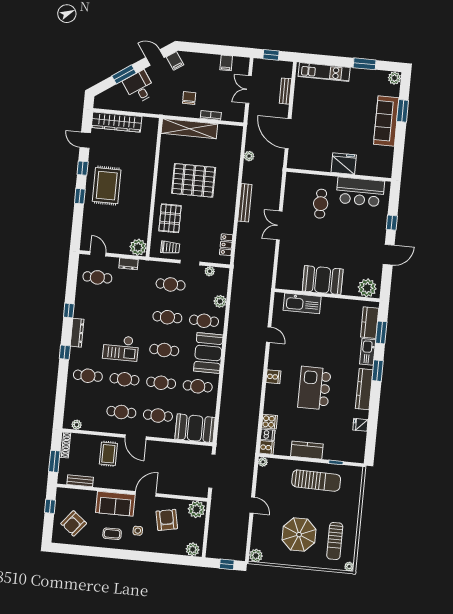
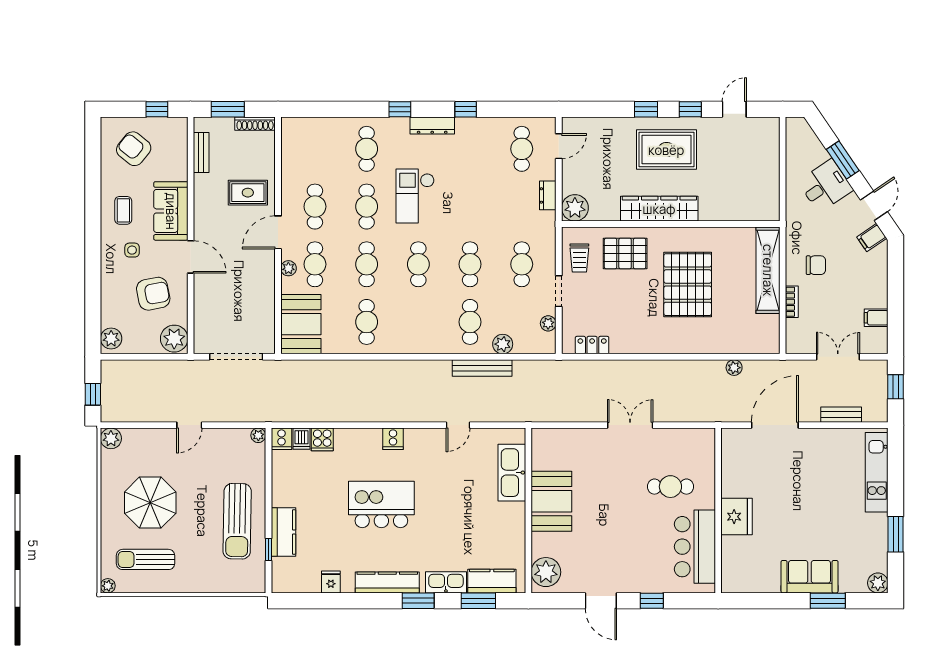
sofa: (386, 121) -> (810, 577), width x0.73
wardrobe: (117, 122) -> (659, 209), moved, turned 90
bench: (245, 203) -> (482, 368), moved
booth: (208, 353) -> (420, 334), removed
plant: (77, 425) -> (288, 268), moved
kitchen counter: (307, 450) -> (283, 532), moved

